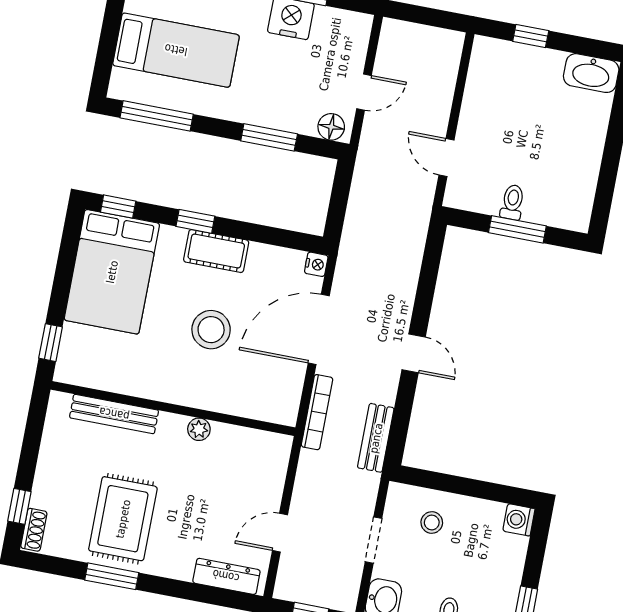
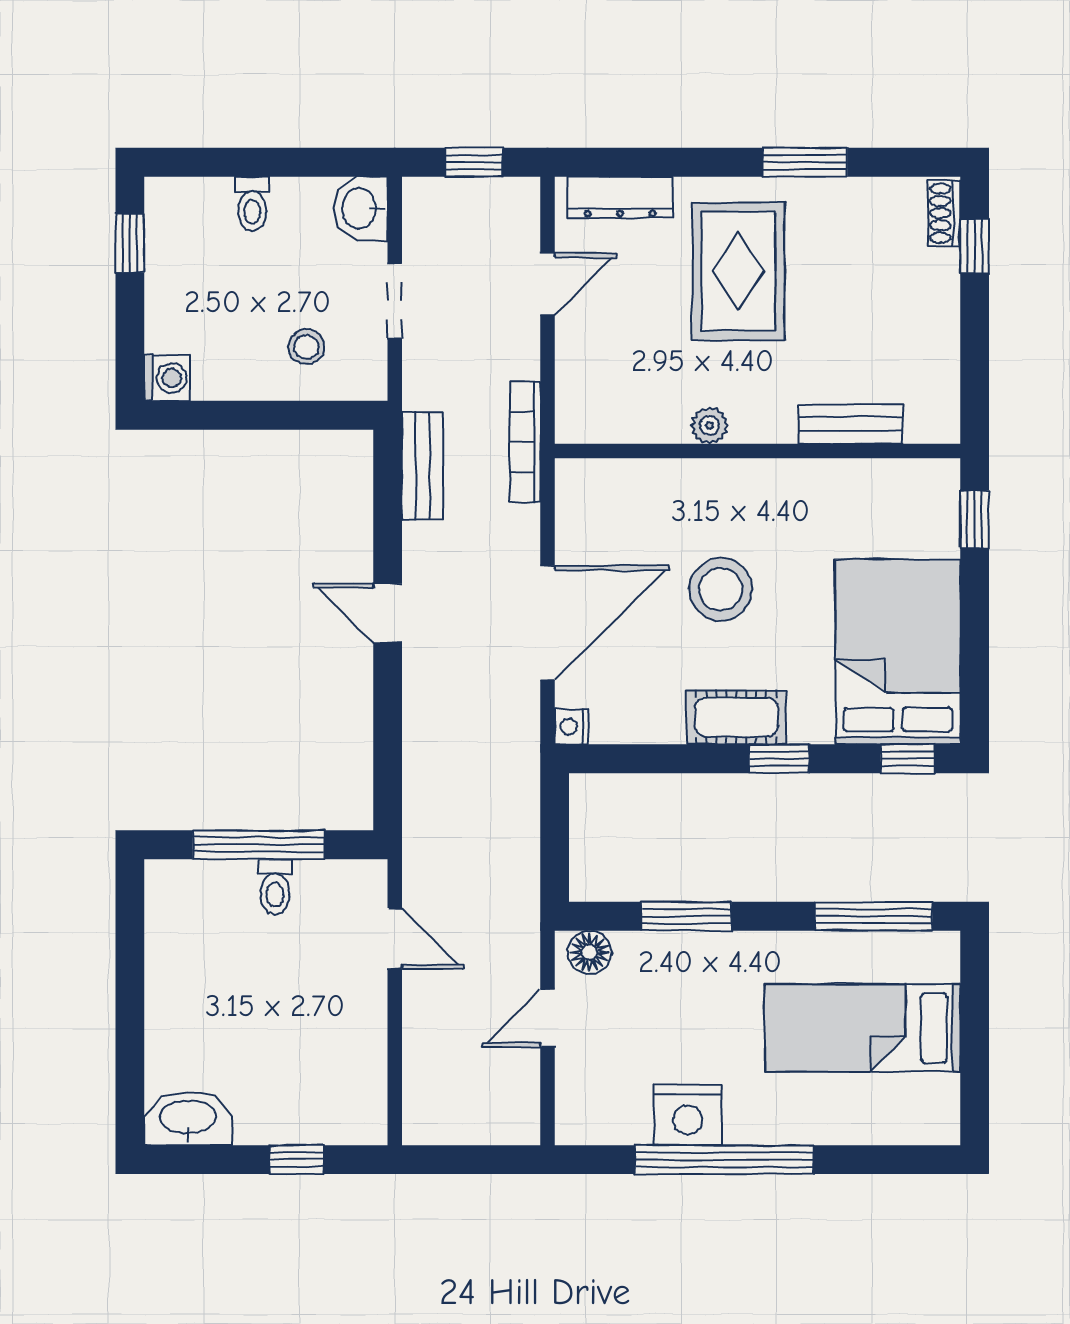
window: (517, 229) -> (259, 845), width x1.44
bookcase: (317, 412) -> (525, 442), moved
bench: (114, 414) -> (851, 424), width x0.73
rug: (123, 519) -> (738, 271), moved

